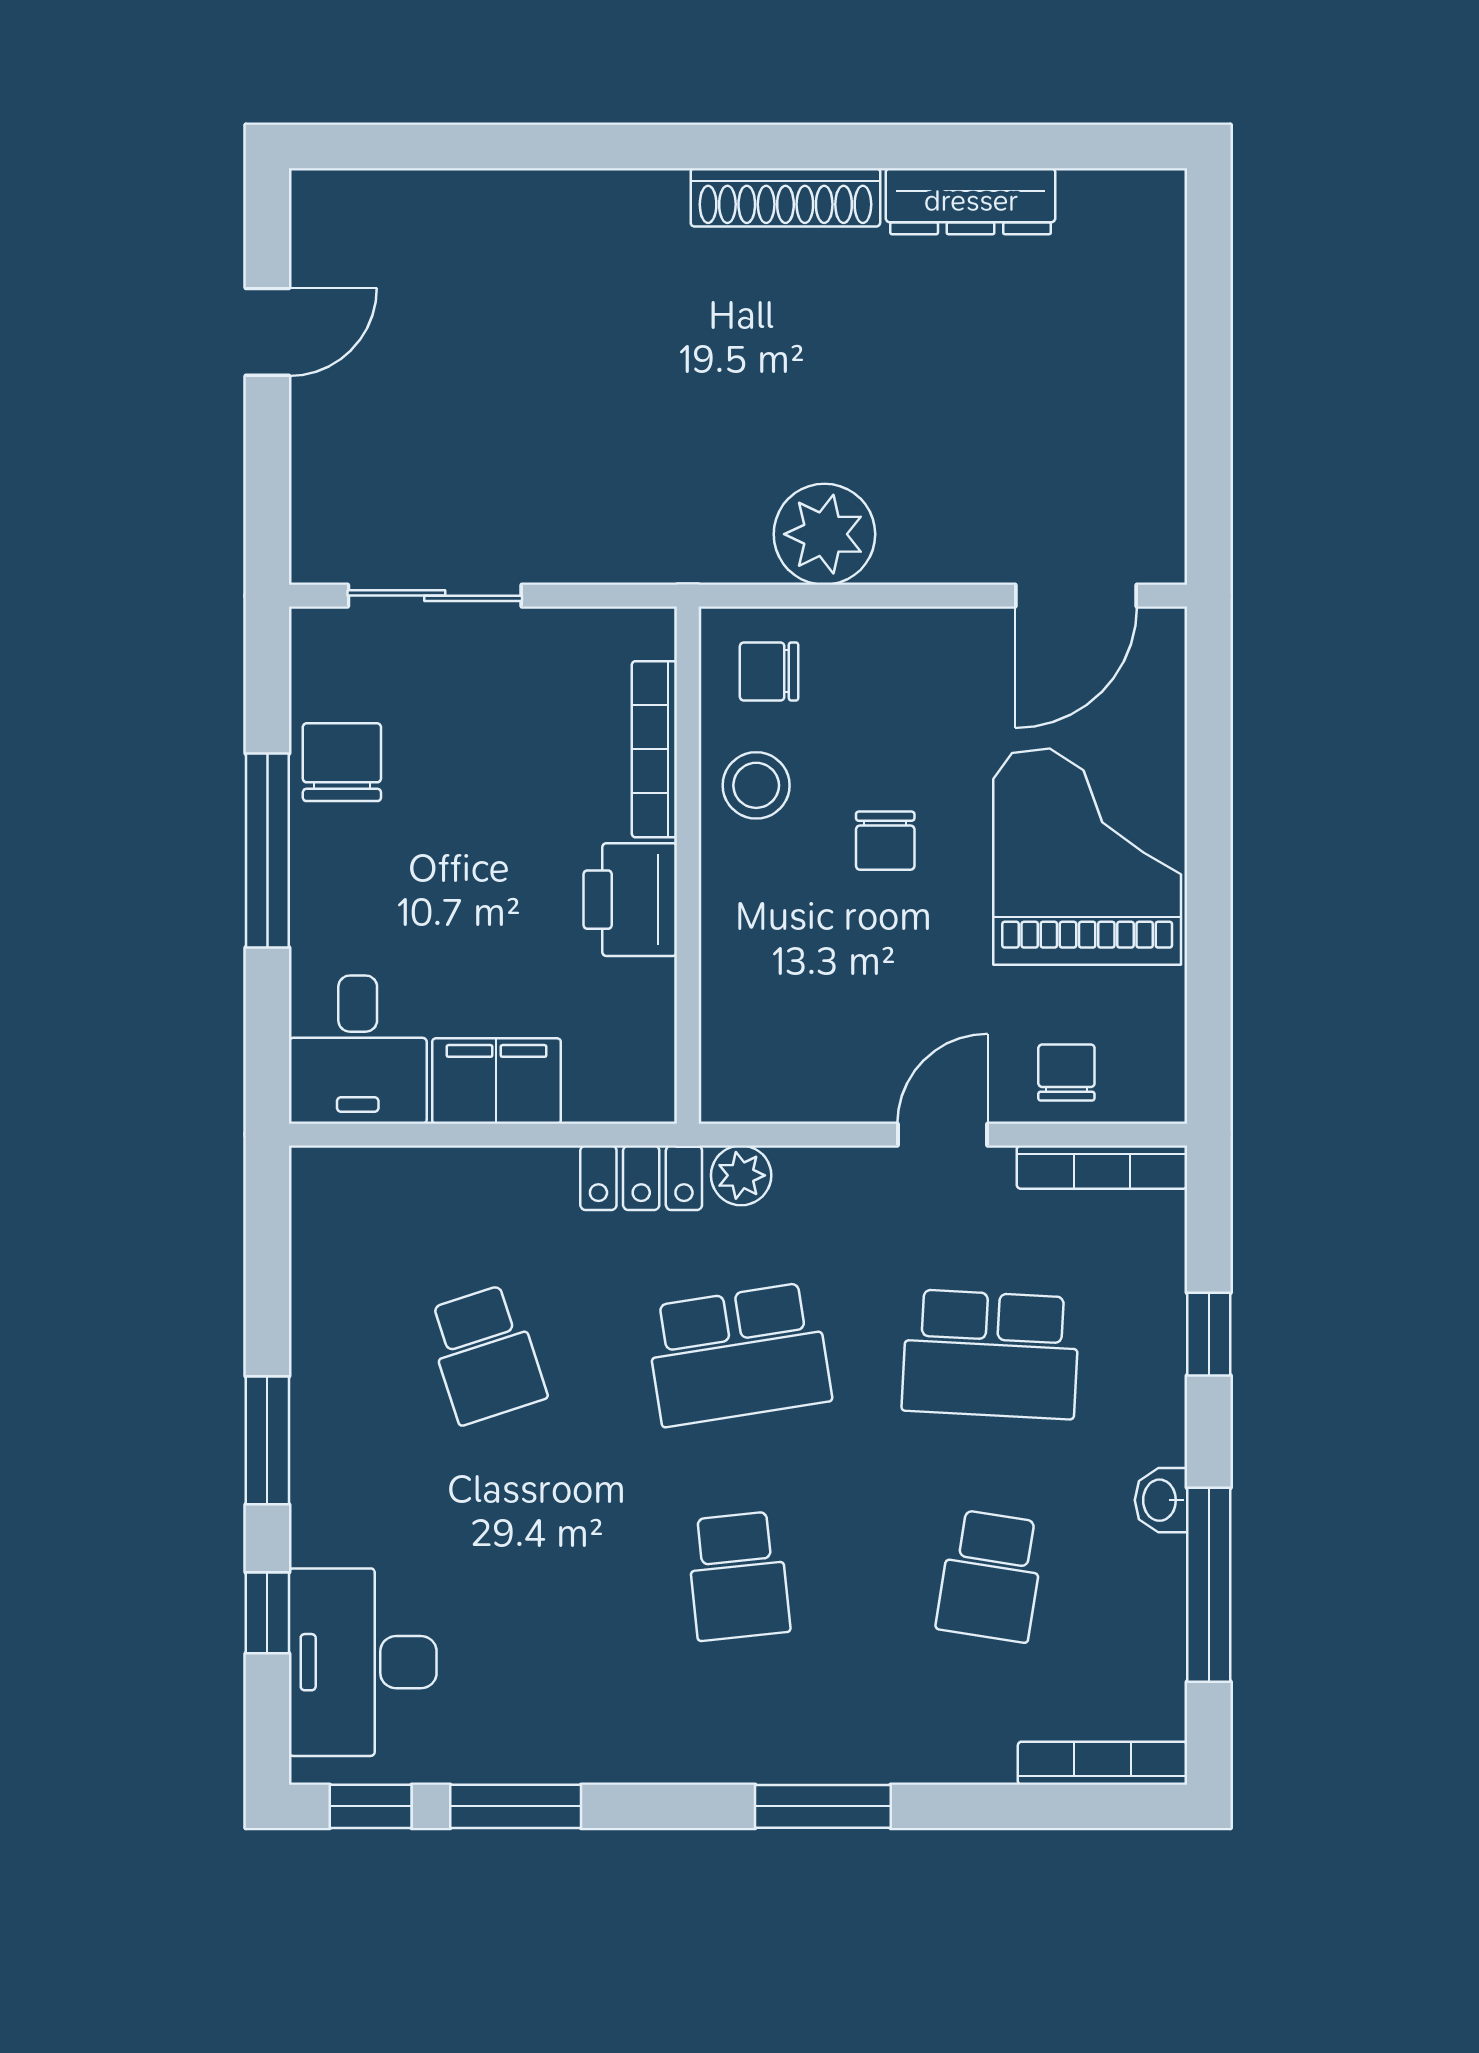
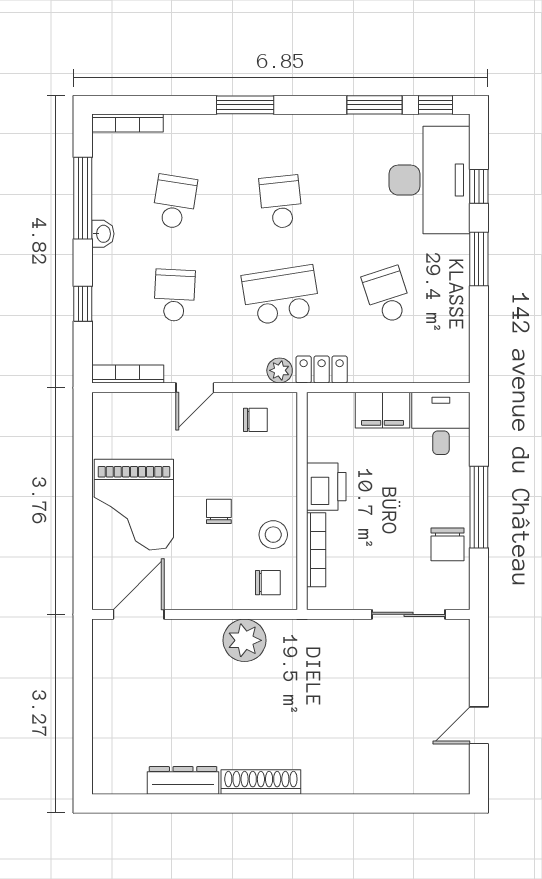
chair: (1066, 1072) -> (255, 420), moved, turned -90
school desk: (991, 1354) -> (175, 295), width x0.54
desk: (363, 1662) -> (429, 180), width x1.36, depth x1.30

